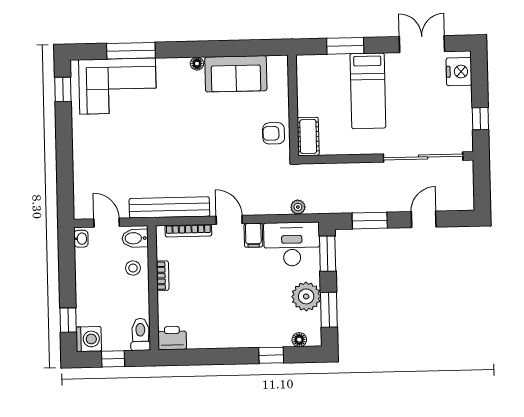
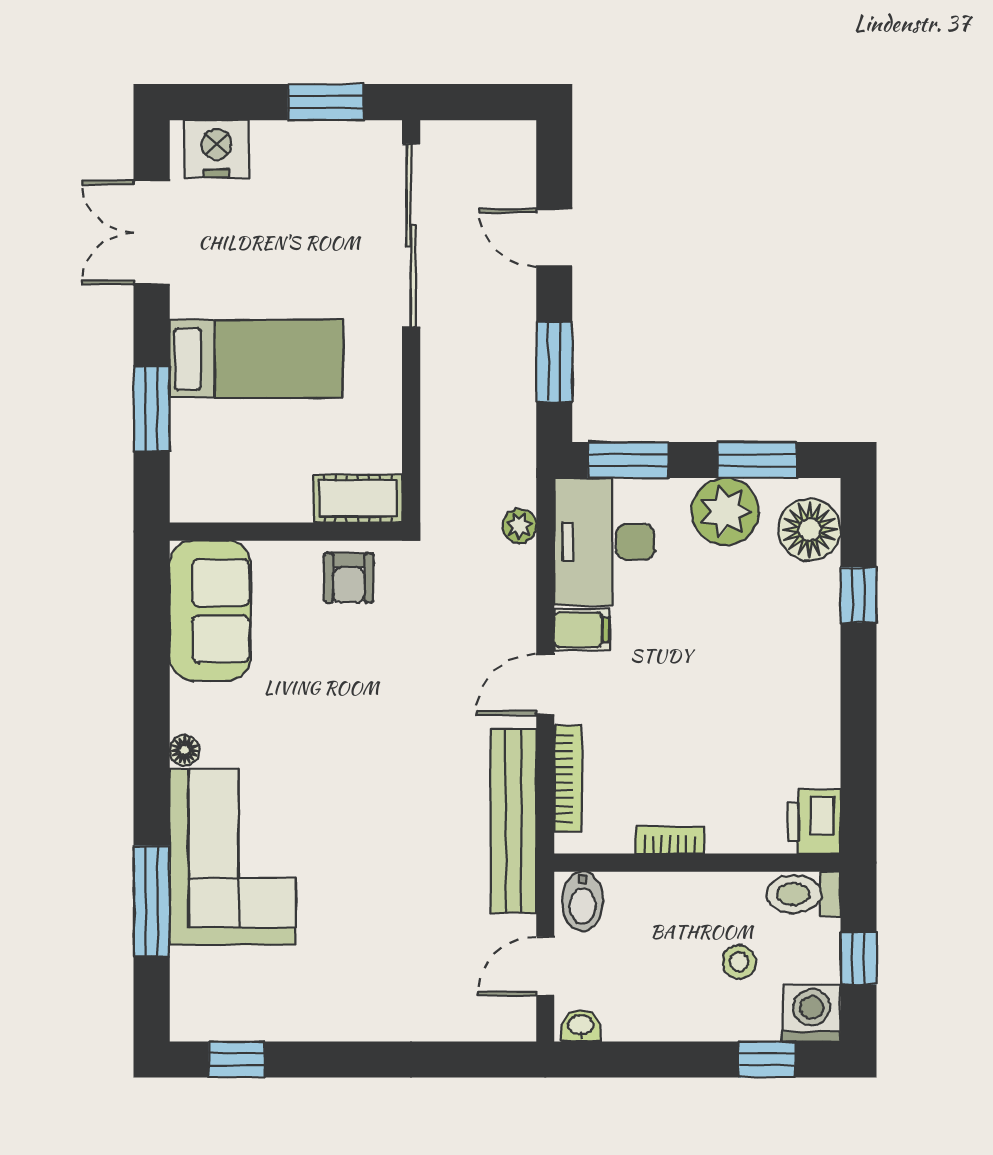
sofa: (236, 74) -> (210, 611), moved
corner sofa: (118, 86) -> (232, 857), moved
window: (480, 119) -> (326, 102), width x1.50
stool: (133, 268) -> (739, 962), moved
floor lamp: (299, 340) -> (809, 530), width x1.89, depth x1.89

